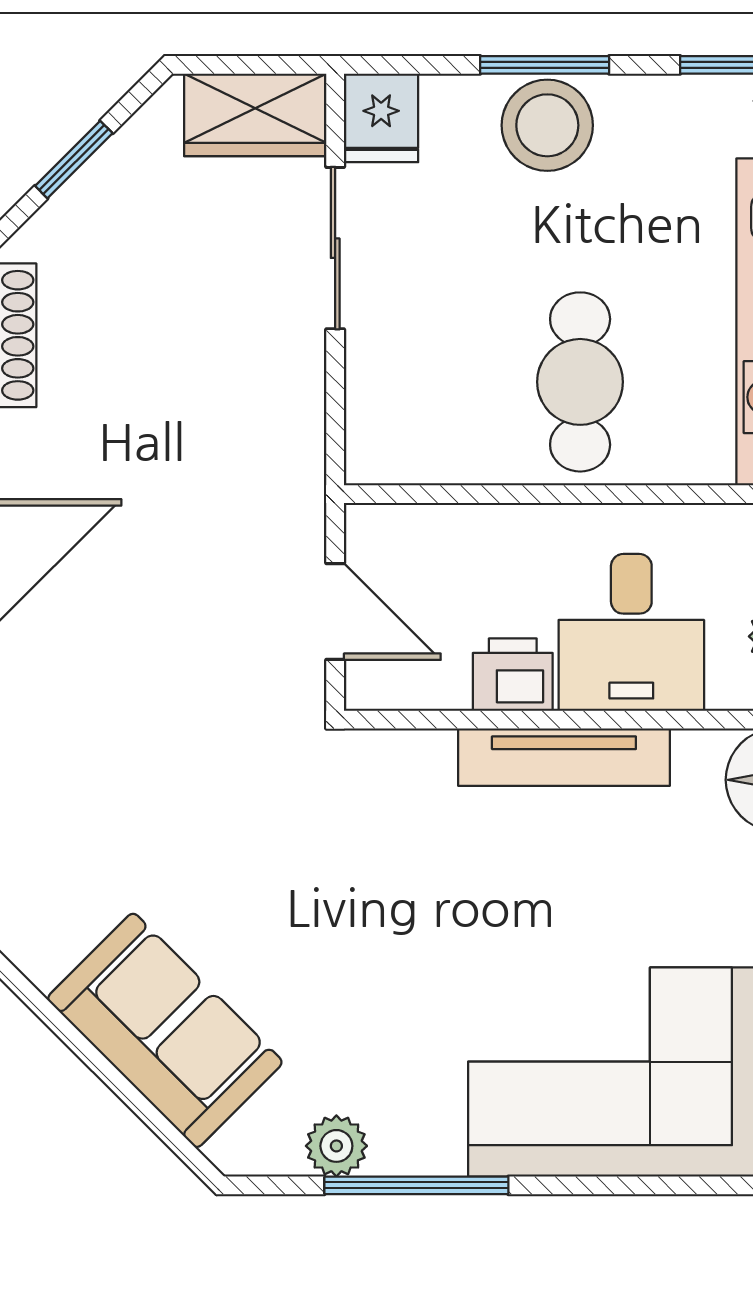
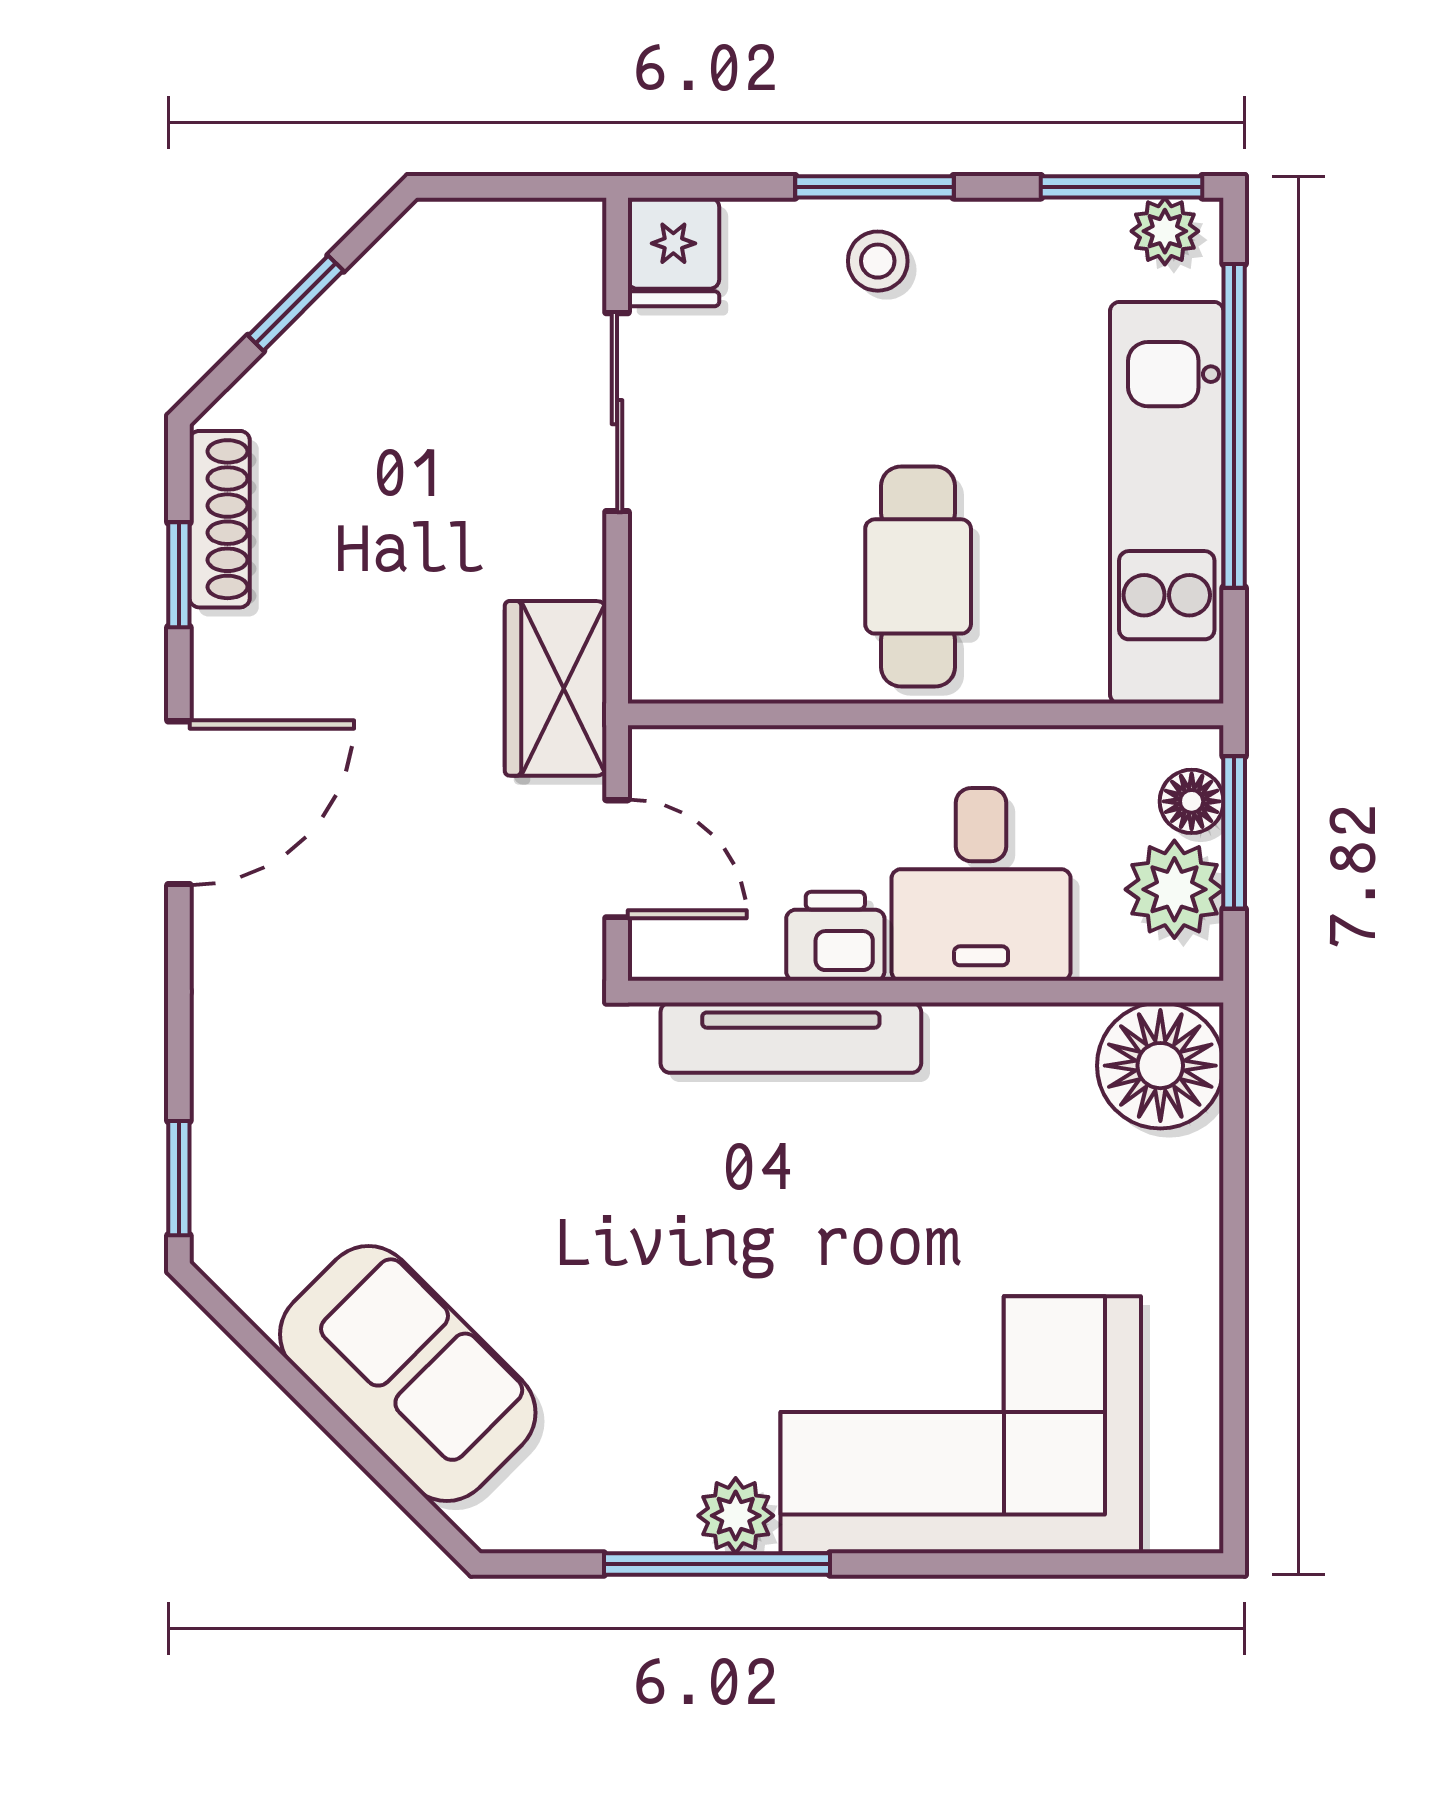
wardrobe: (255, 115) -> (556, 688), moved, turned 90
stool: (547, 125) -> (878, 261), width x0.53, depth x0.53
tv unit: (564, 757) -> (791, 1038), moved
plant: (336, 1146) -> (736, 1516), moved

